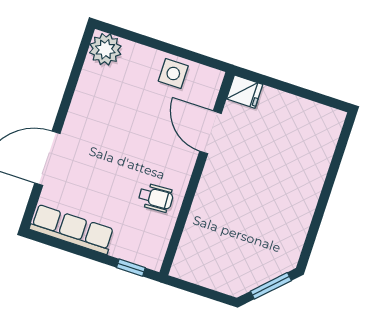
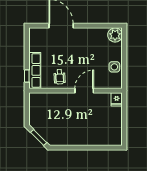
door: (211, 132) -> (84, 91), moved
row of seats: (72, 229) -> (35, 70), moved

